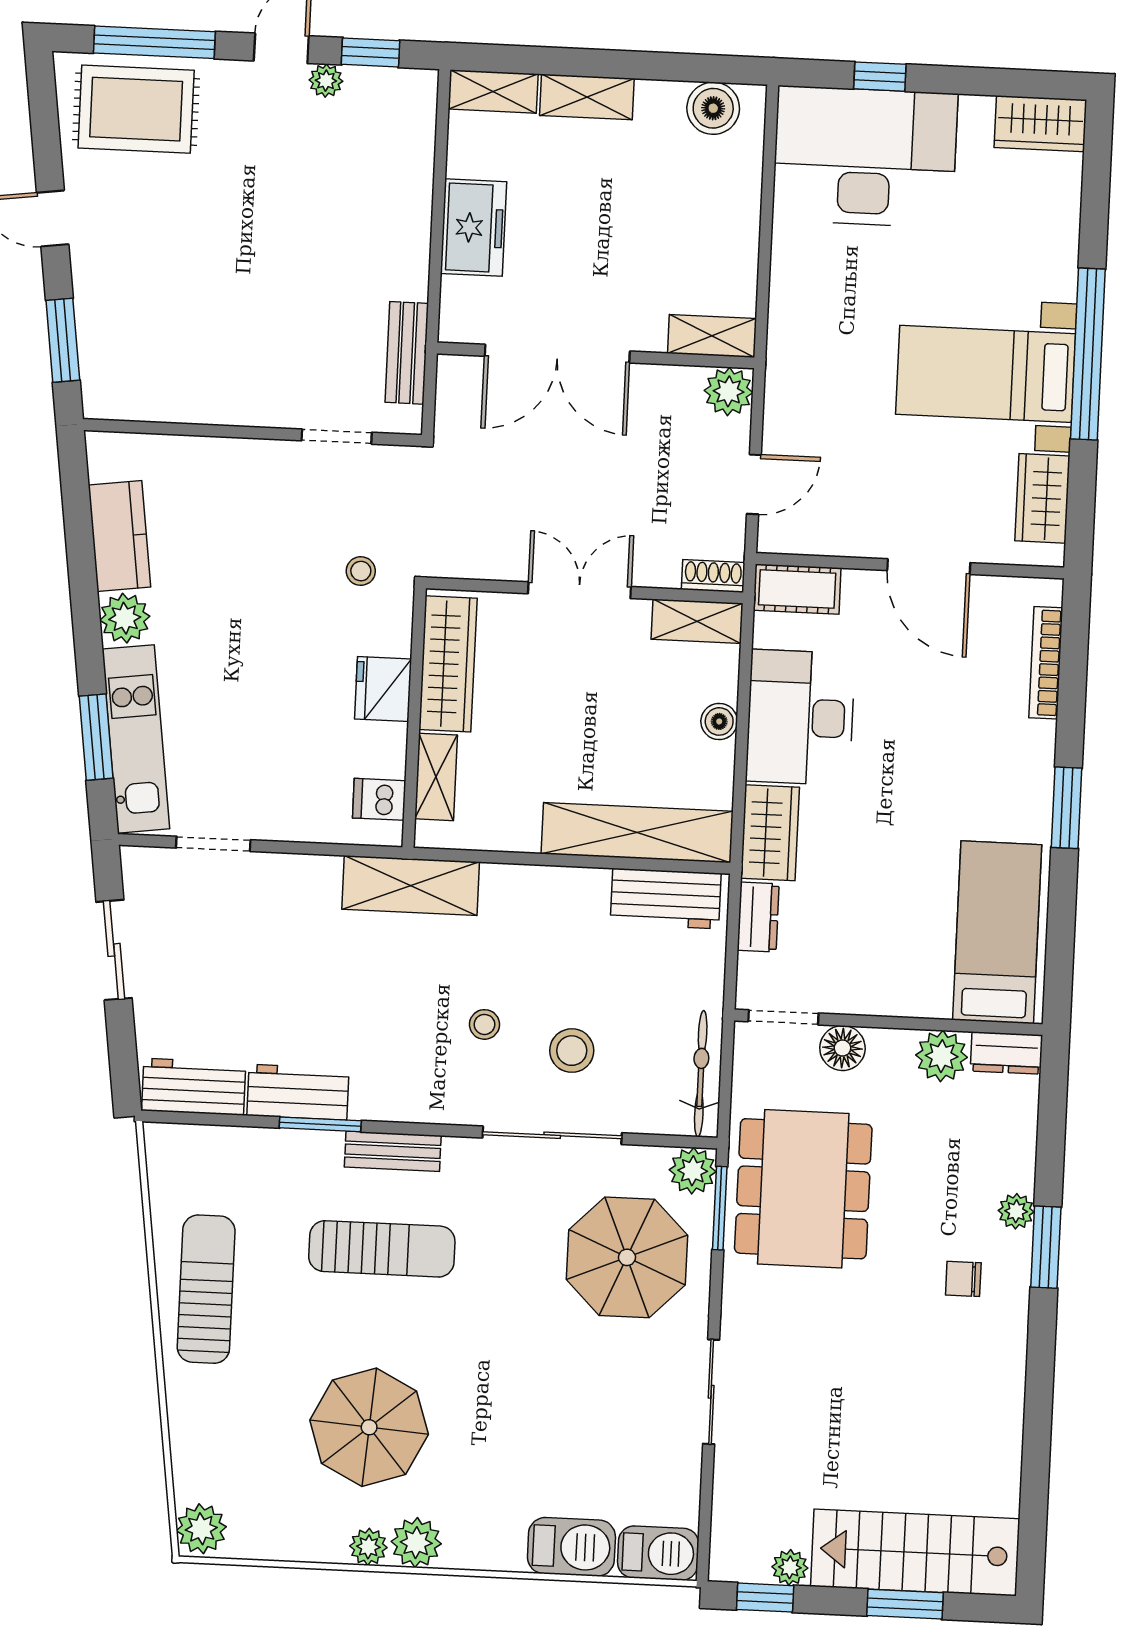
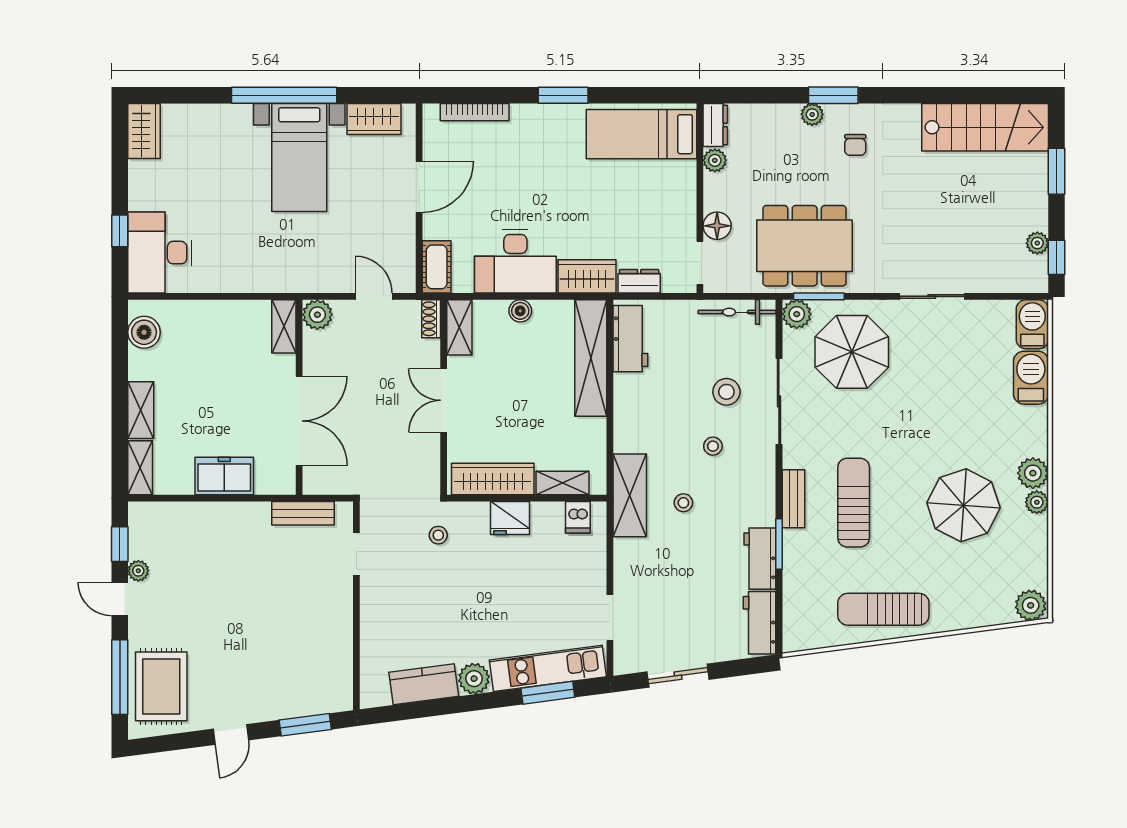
desk: (865, 157) -> (160, 253), width x0.73, depth x0.77
stool: (395, 972) -> (683, 503), added
plant: (942, 1056) -> (715, 160), width x0.73, depth x0.73
stairs: (915, 1552) -> (985, 127), moved, turned -90

